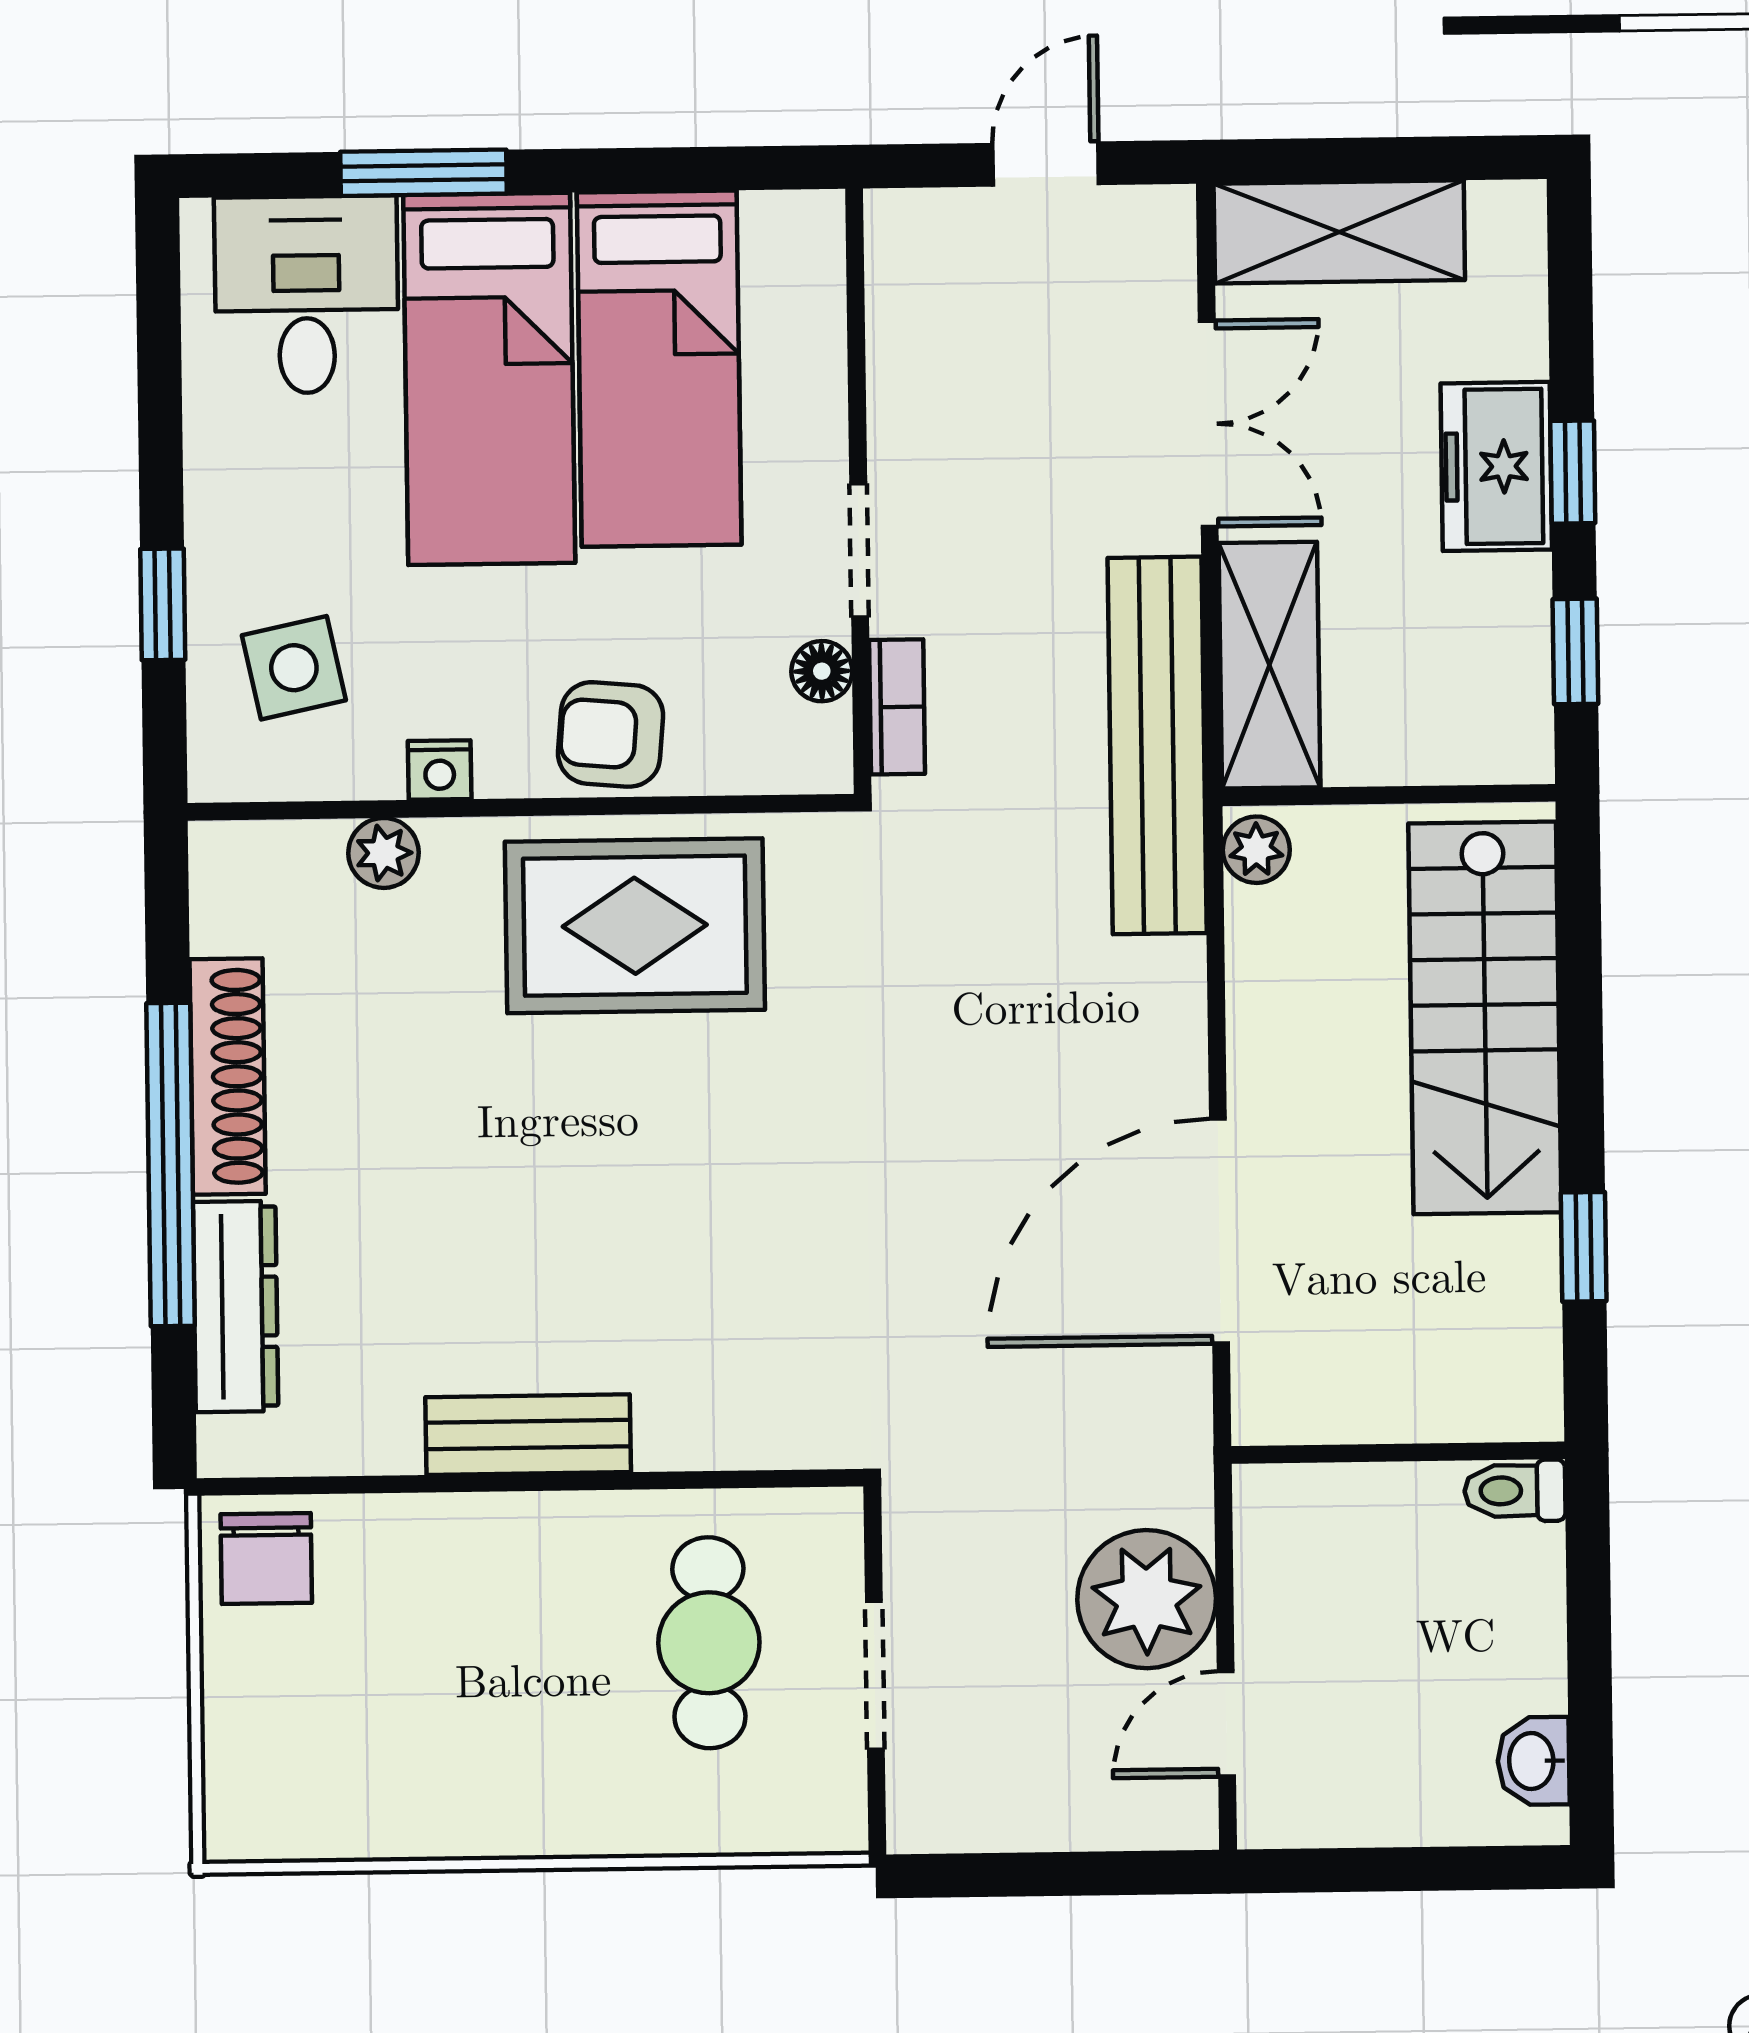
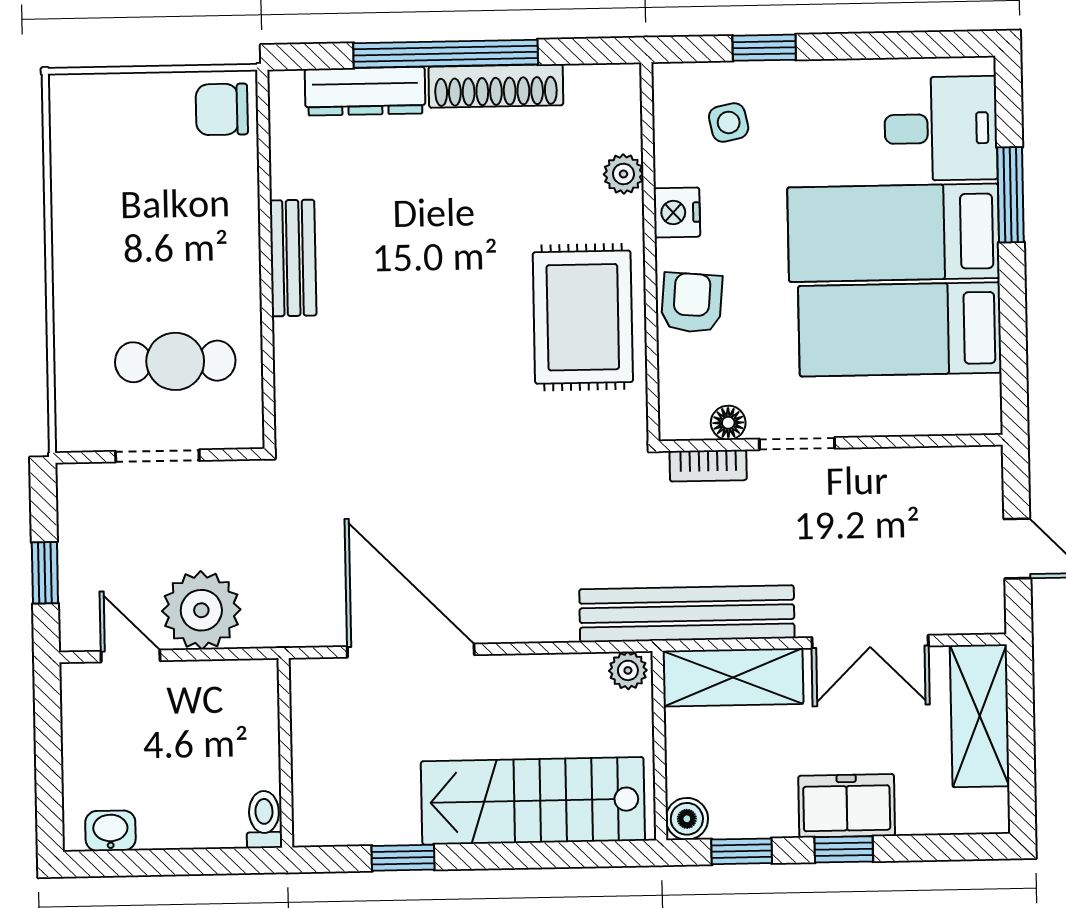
side table: (294, 668) -> (729, 122), width x0.73, depth x0.73
boiler: (1518, 747) -> (687, 819), added
nightstand: (440, 770) -> (677, 212), width x1.39, depth x1.35
window: (1079, 1874) -> (45, 573), added

